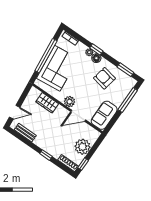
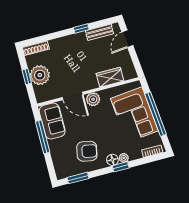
window: (128, 100) -> (43, 137), moved
door: (78, 116) -> (73, 96), swing flipped
window: (46, 155) -> (81, 29), moved
window: (83, 164) -> (27, 77), moved

